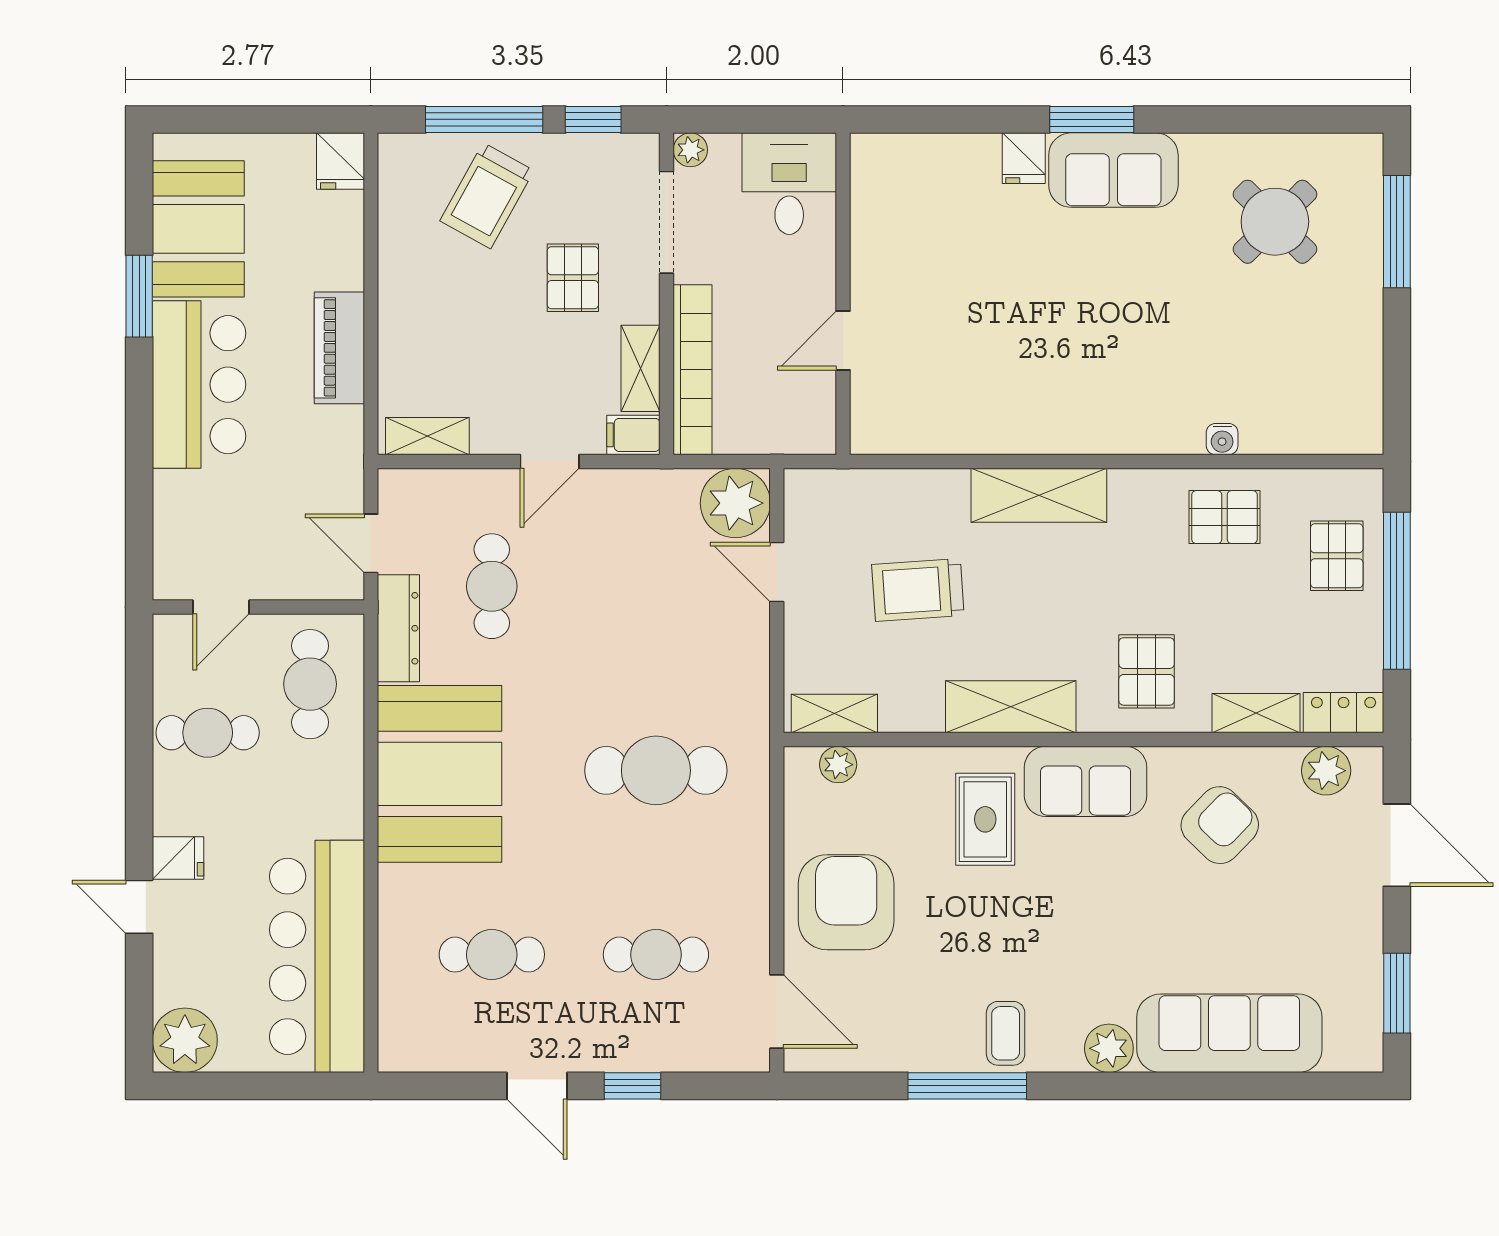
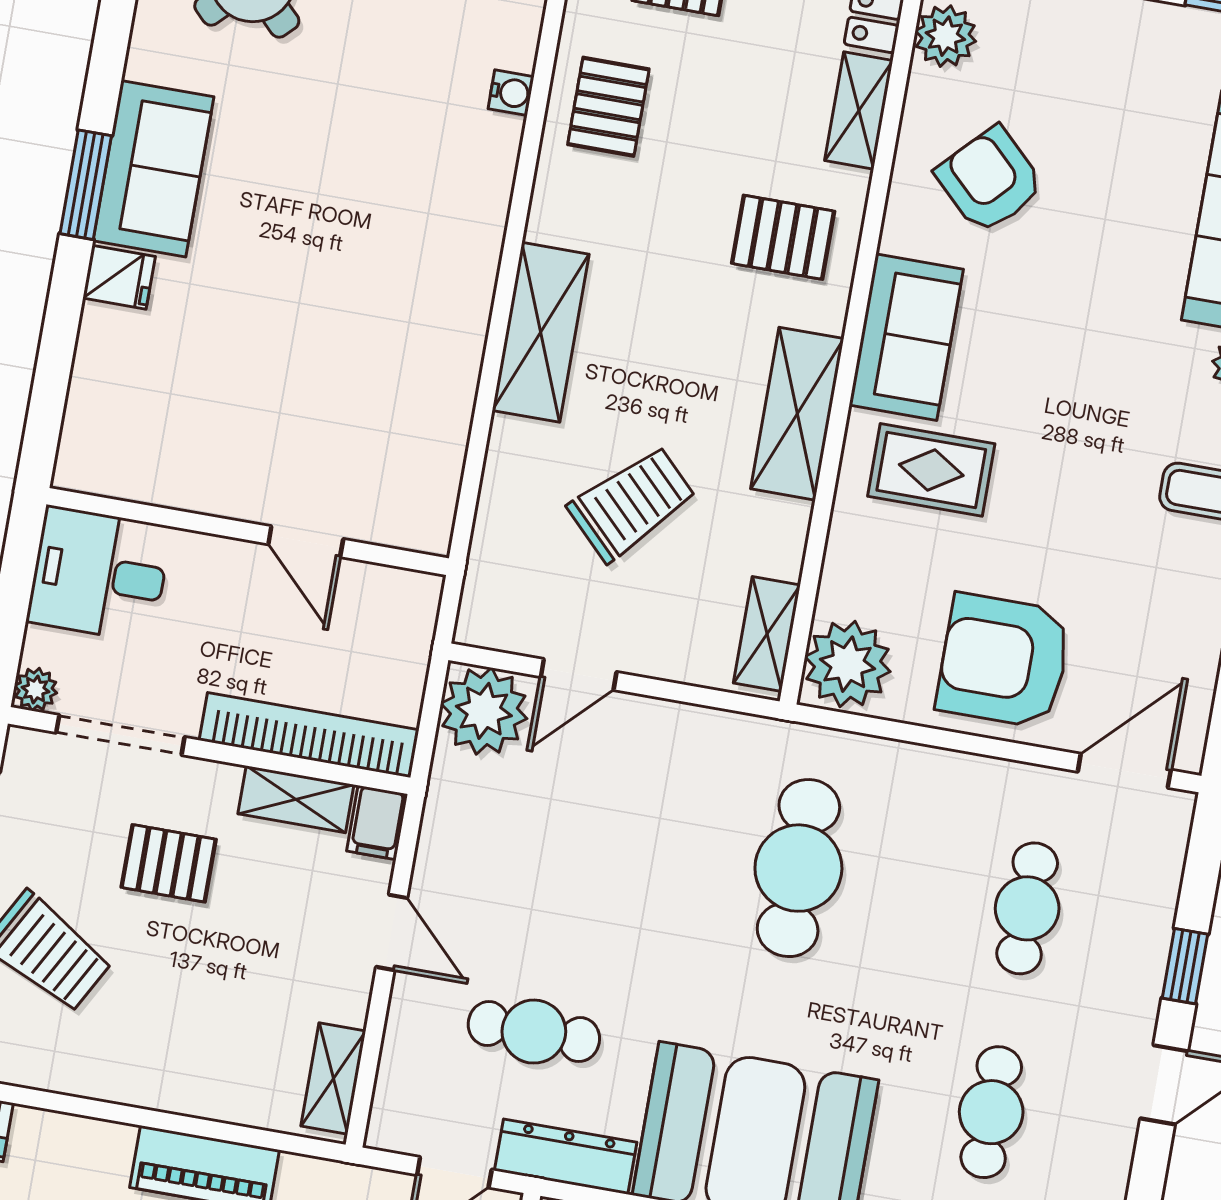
trolley: (918, 590) -> (632, 503), turned -131
plant: (838, 765) -> (848, 664), width x1.88, depth x1.88

